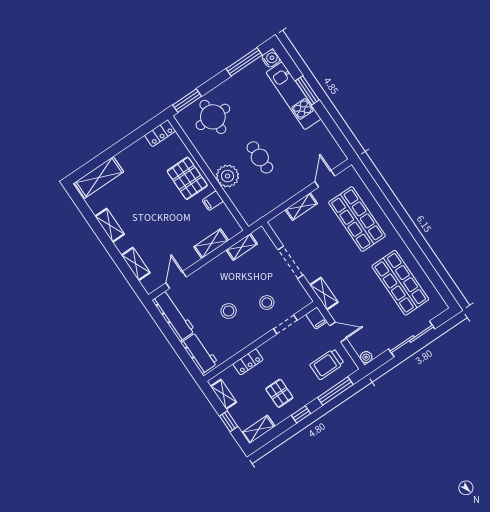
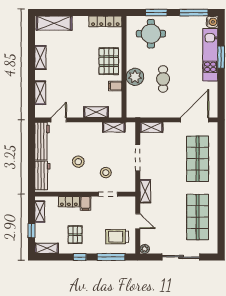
window: (187, 101) -> (156, 13), moved
locker: (160, 133) -> (105, 21), width x1.53
door: (325, 179) -> (195, 120), width x1.87
shelving: (301, 207) -> (151, 127), moved
filing cabinet: (316, 318) -> (85, 203), moved

